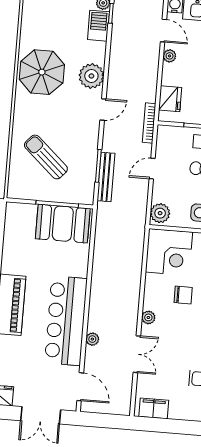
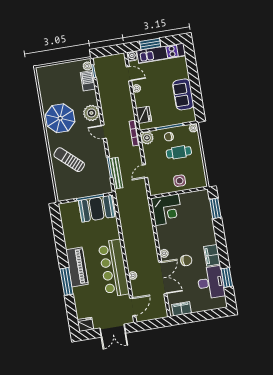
door: (103, 109) -> (104, 132), swing flipped
sun lounger: (46, 157) -> (69, 160), moved
door: (152, 169) -> (145, 171), moved
plant: (160, 213) -> (147, 138), moved
chair: (183, 295) -> (186, 260), moved
double door: (137, 354) -> (163, 278), width x1.37
door: (80, 387) -> (133, 307), hinge flipped

